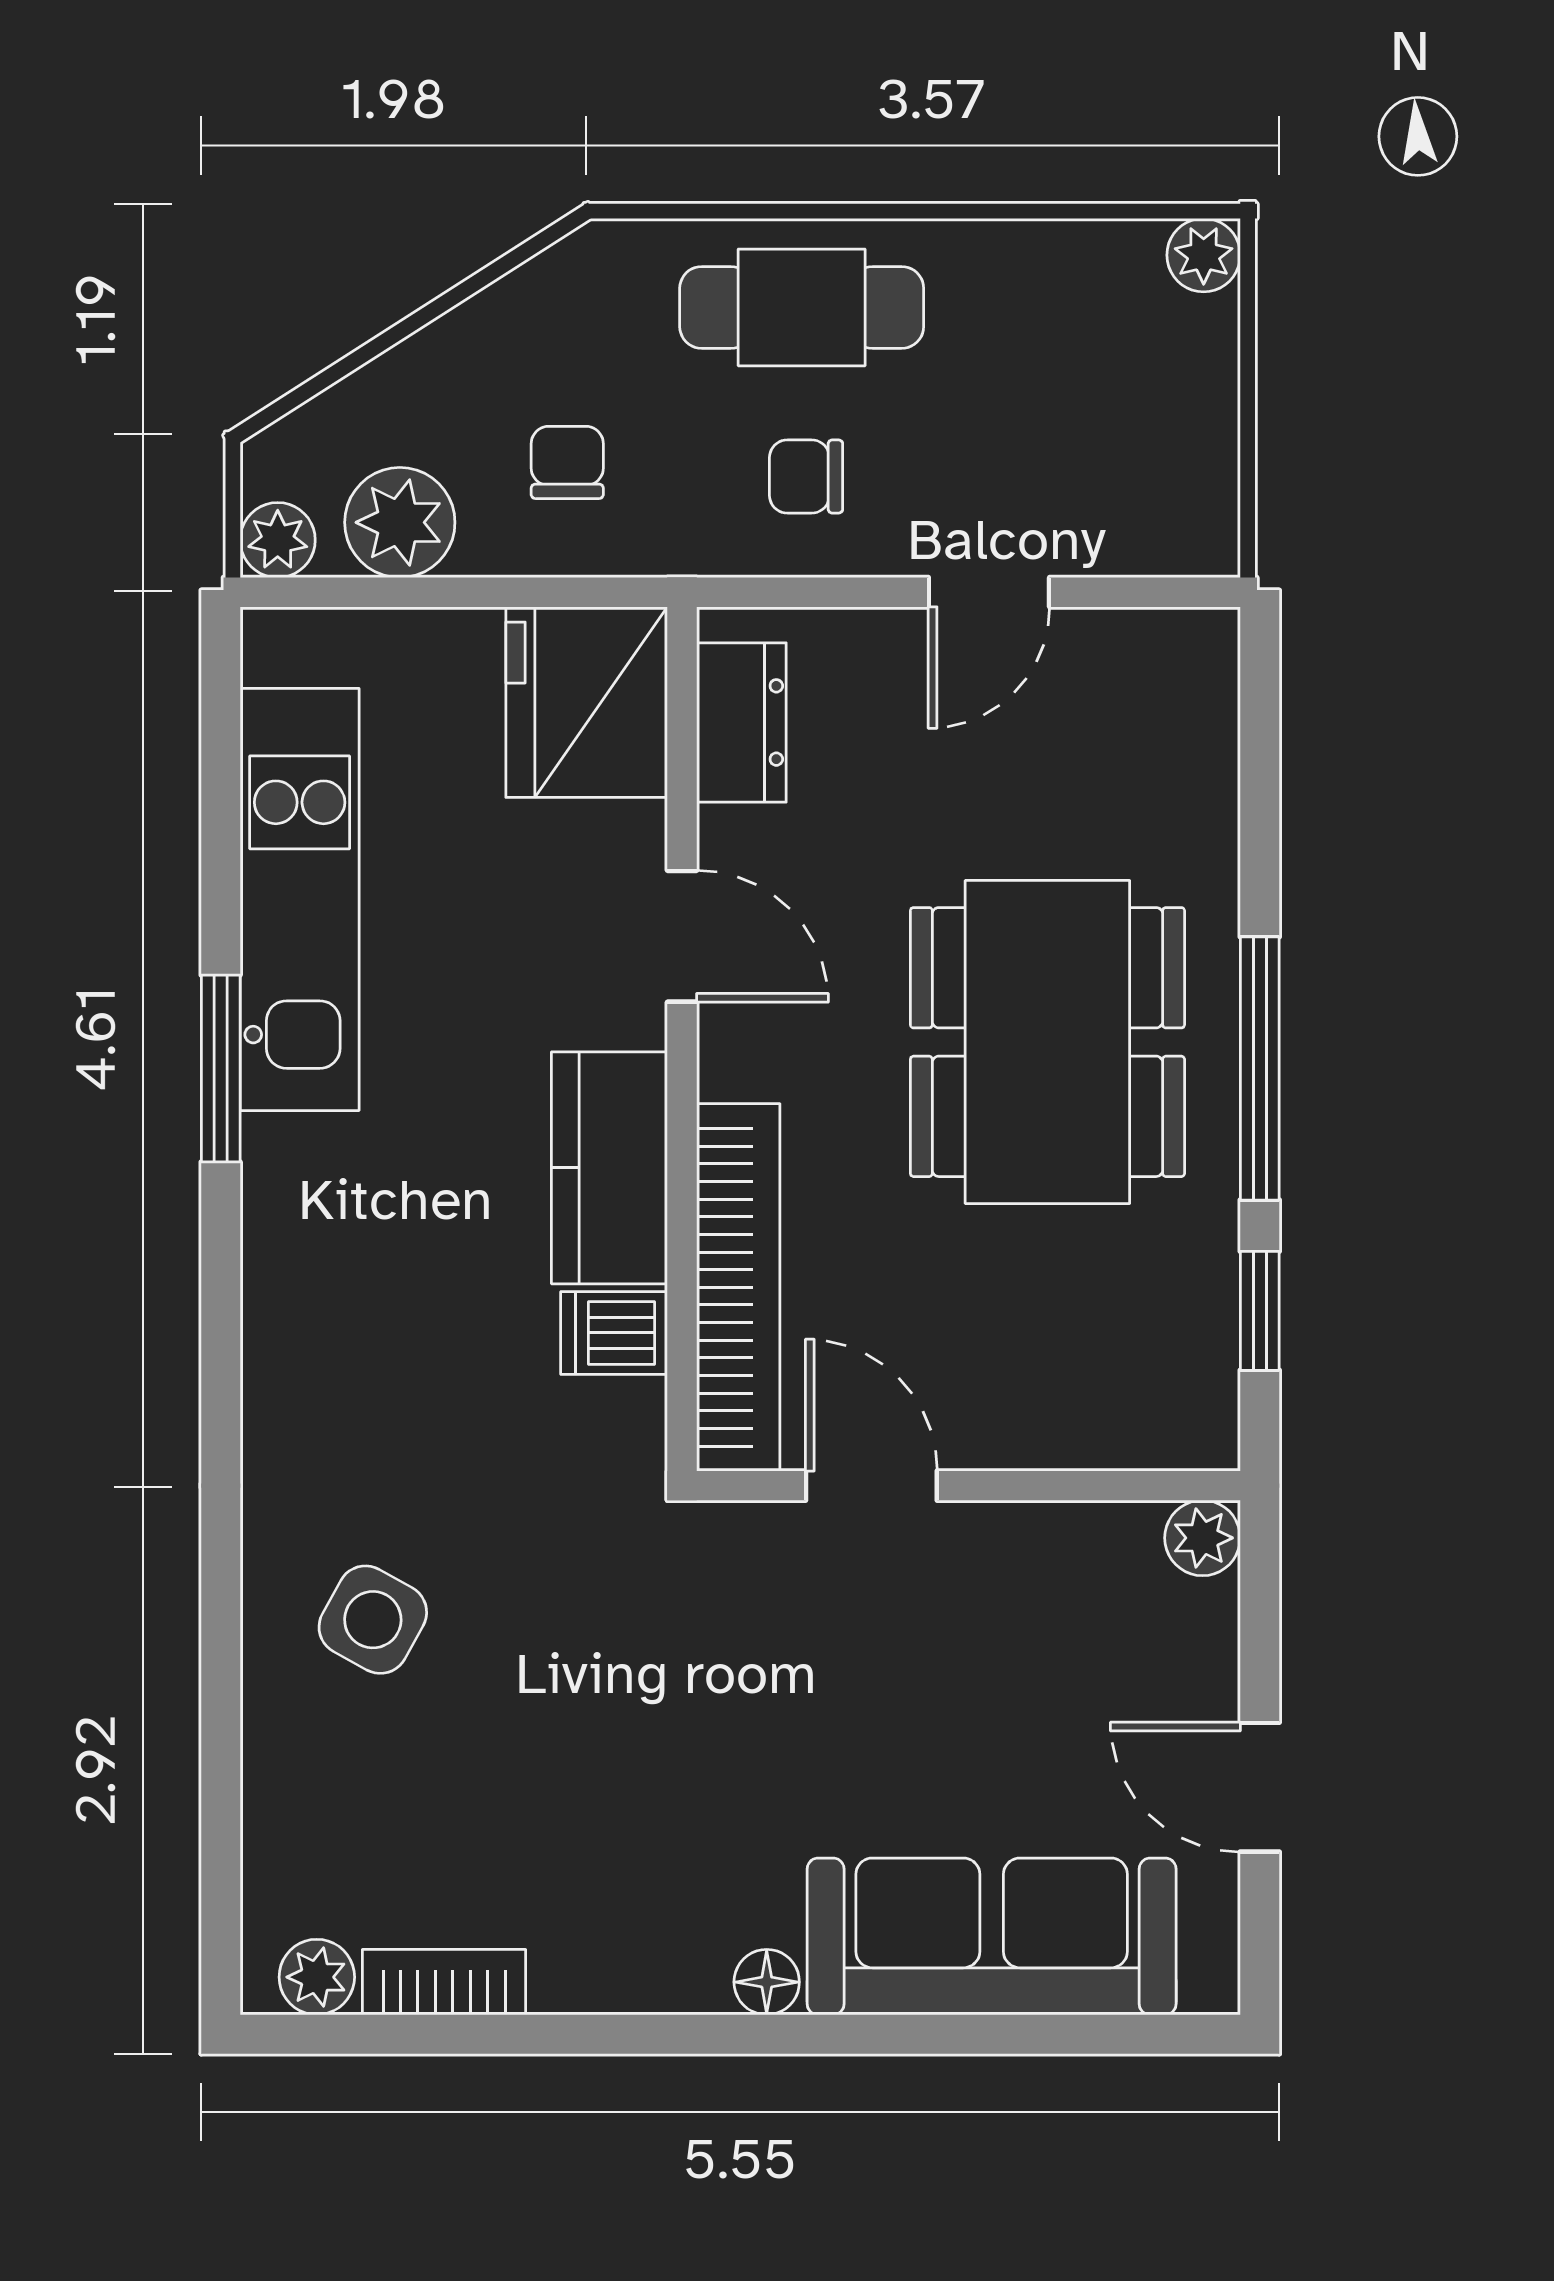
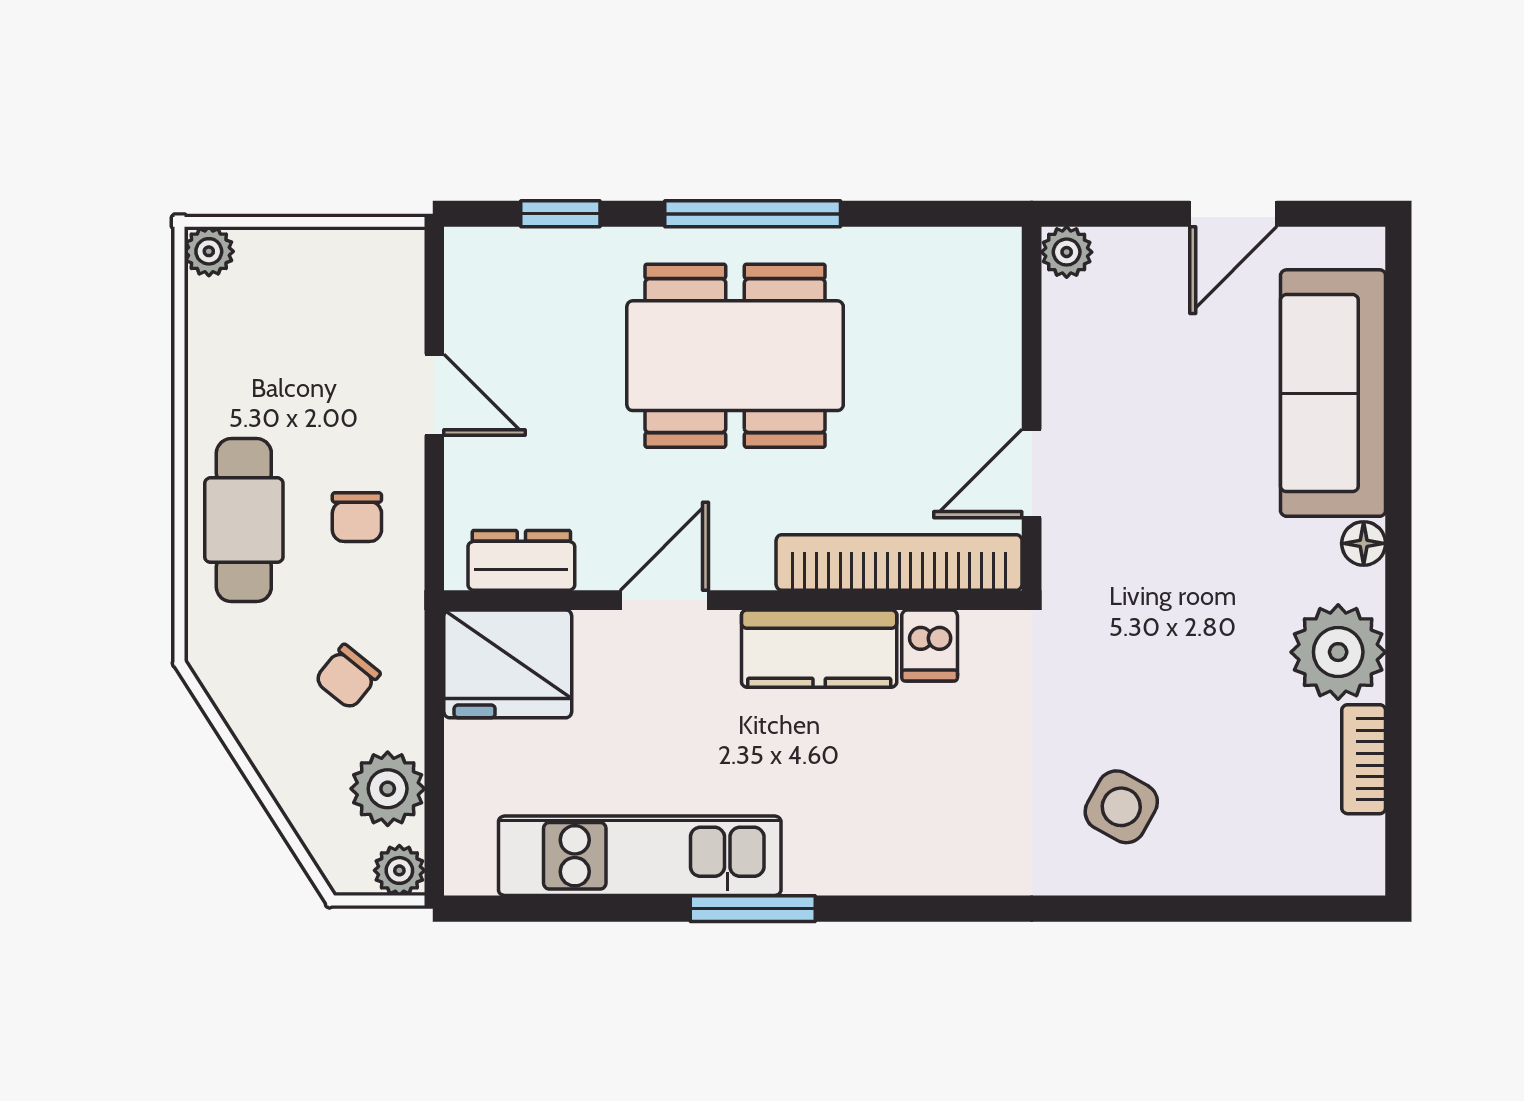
chair: (567, 462) -> (347, 677), turned -51
window: (1260, 1311) -> (560, 214), moved
plant: (317, 1977) -> (1338, 652), moved, width x1.87, depth x1.87

